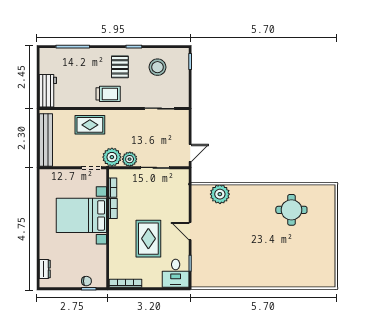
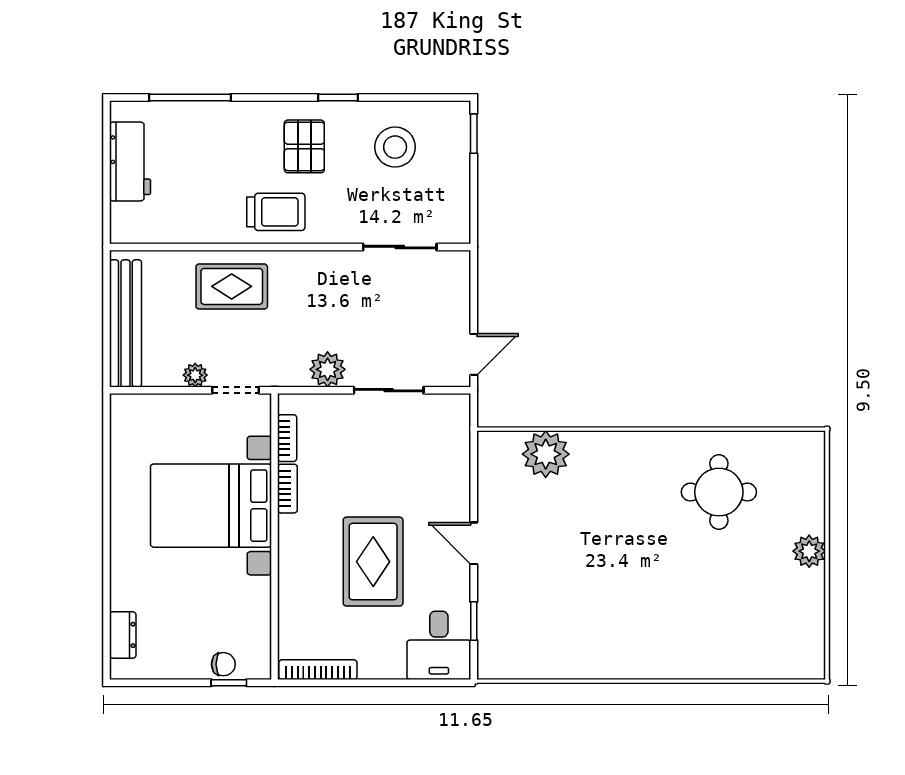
workbench: (48, 91) -> (130, 162), moved
plant: (112, 157) -> (195, 375), moved, width x0.53, depth x0.53
plant: (329, 234) -> (809, 551), added

